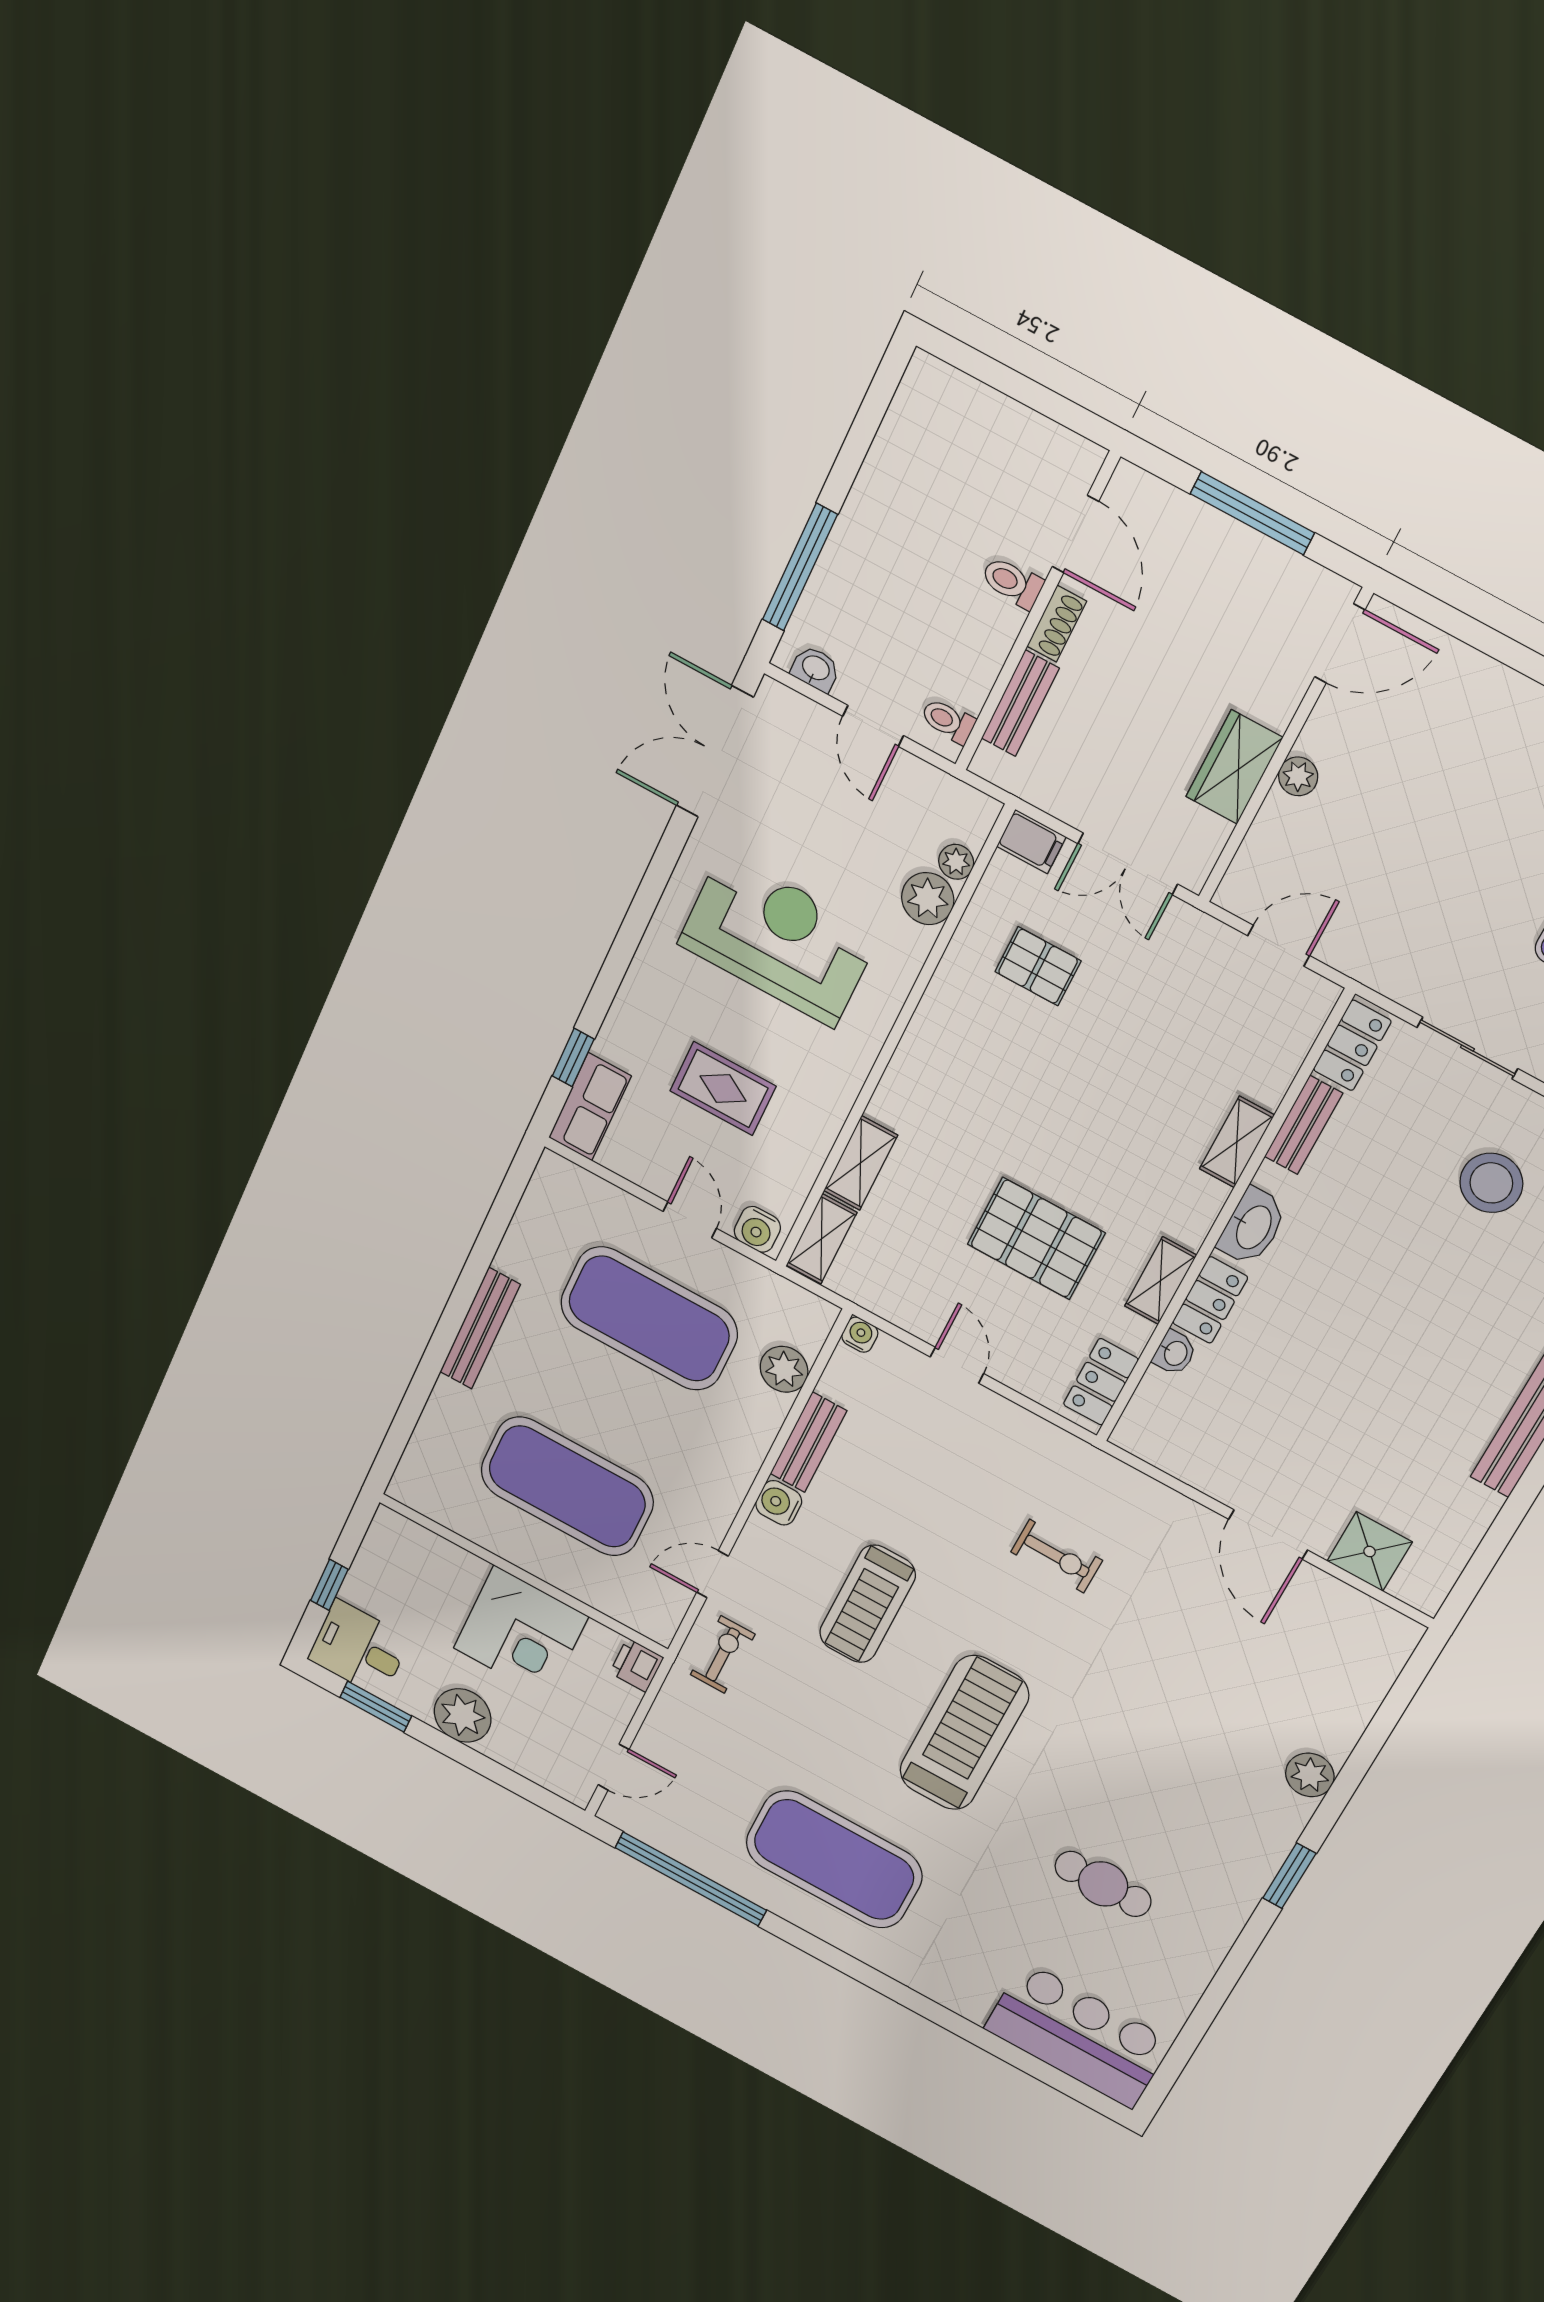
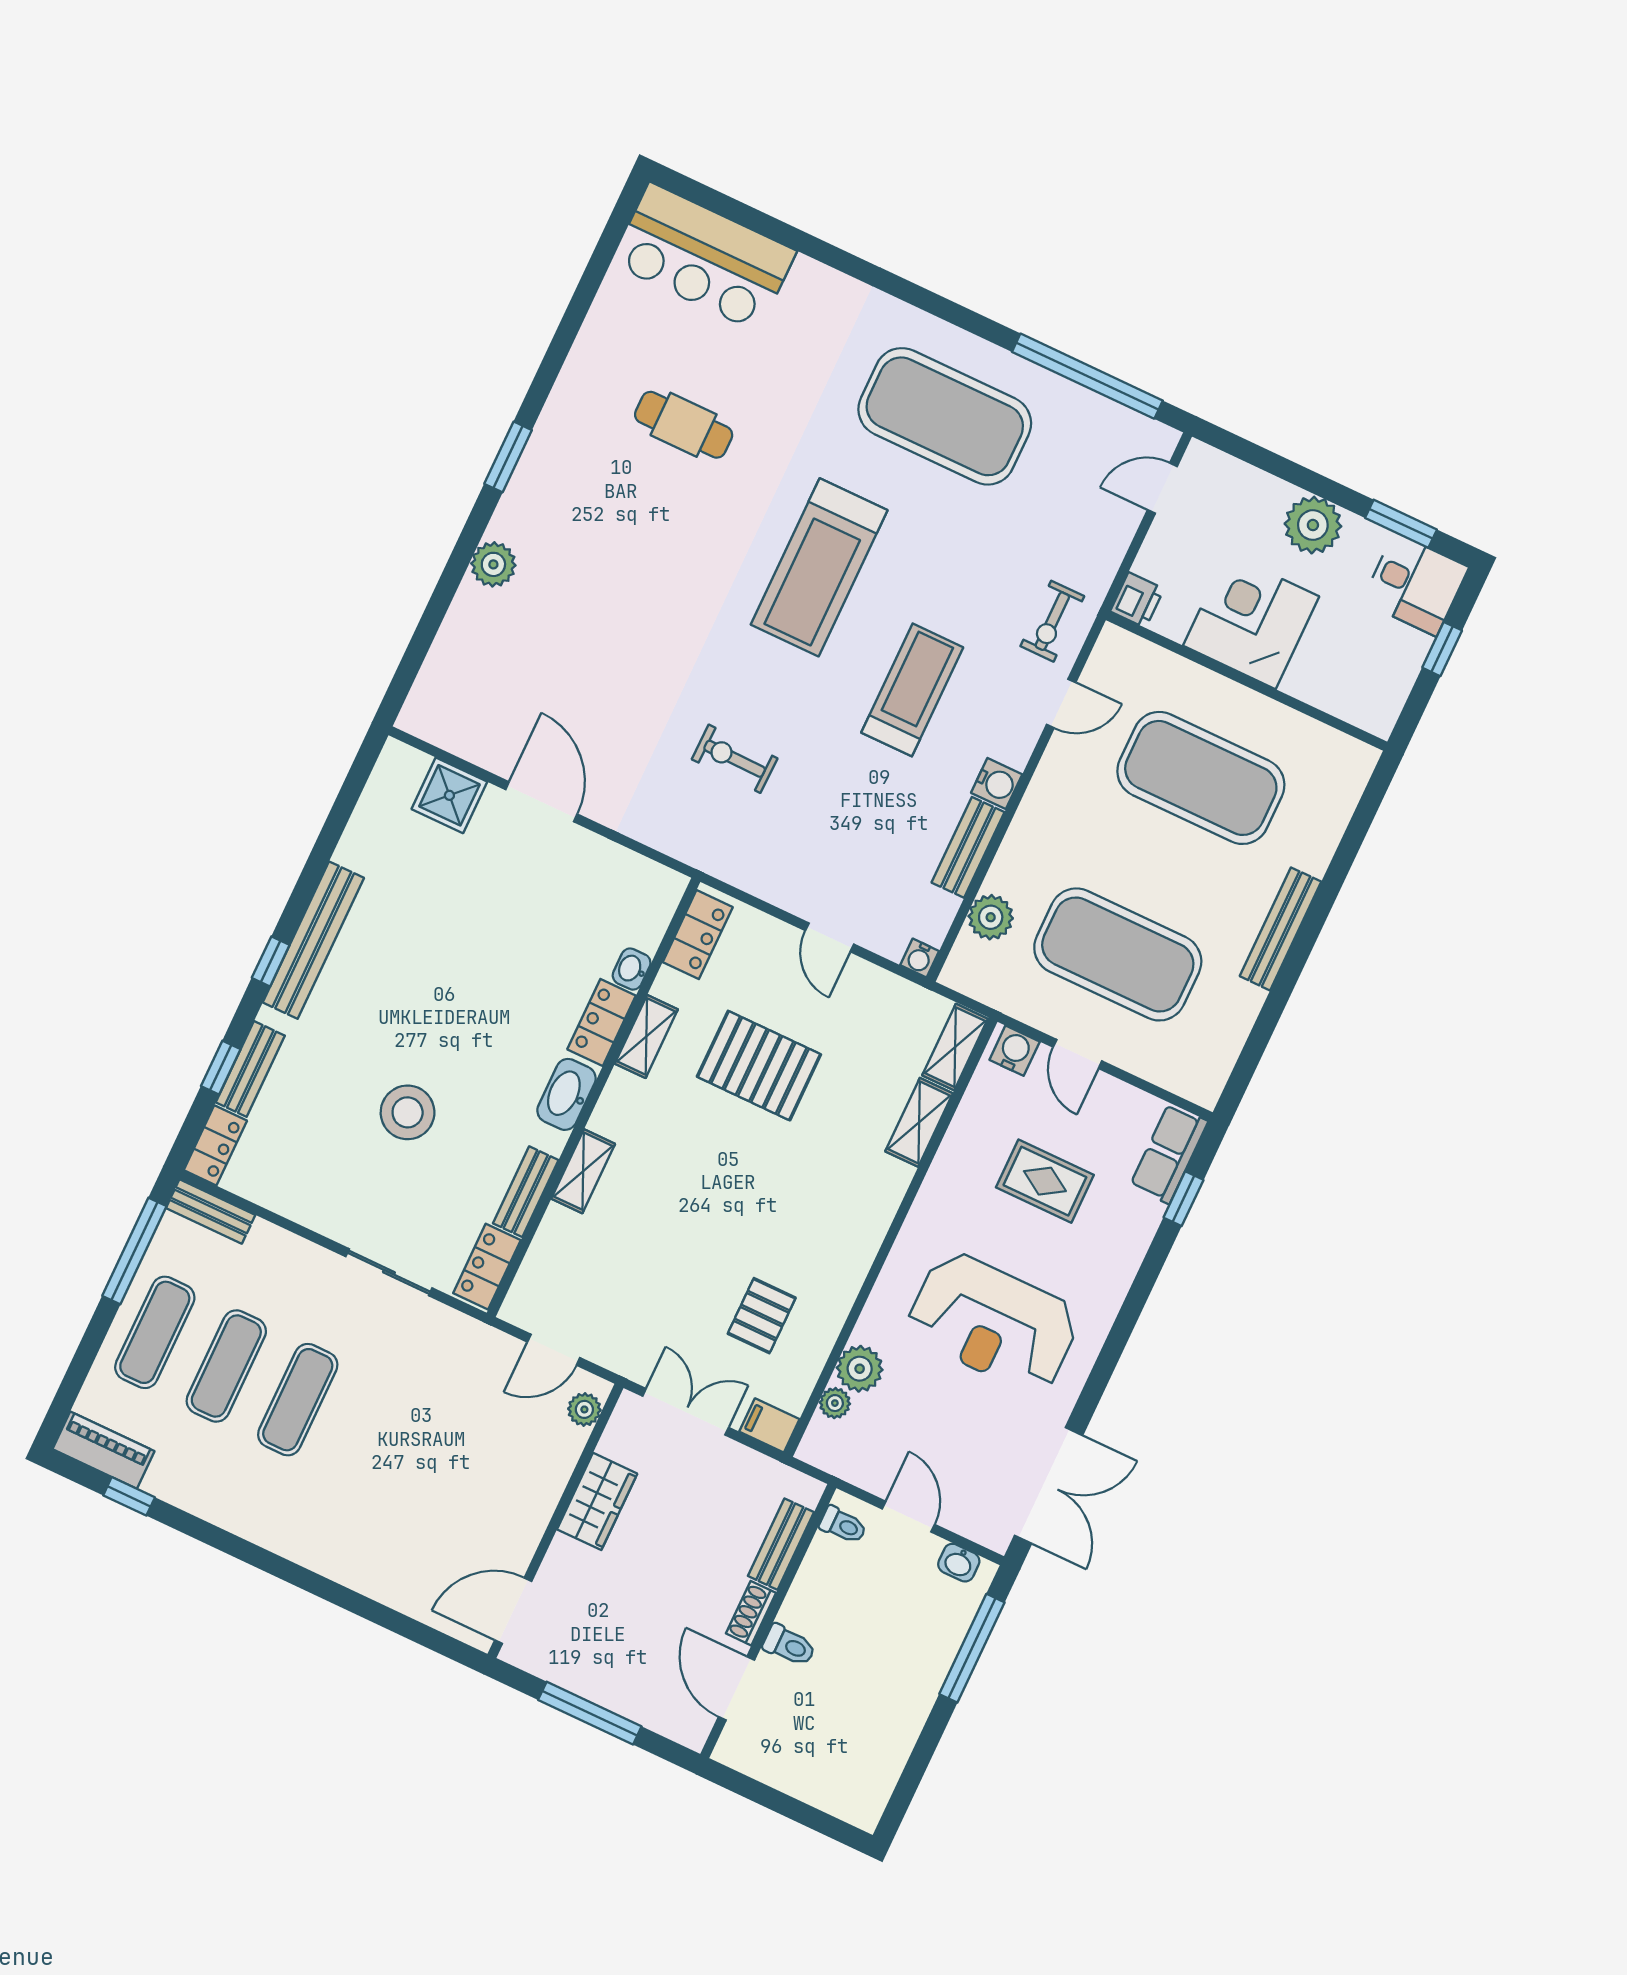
plant: (1298, 776) -> (584, 1409), moved
pallet: (1038, 966) -> (762, 1316), turned 90
stool: (1491, 1183) -> (408, 1112), moved

